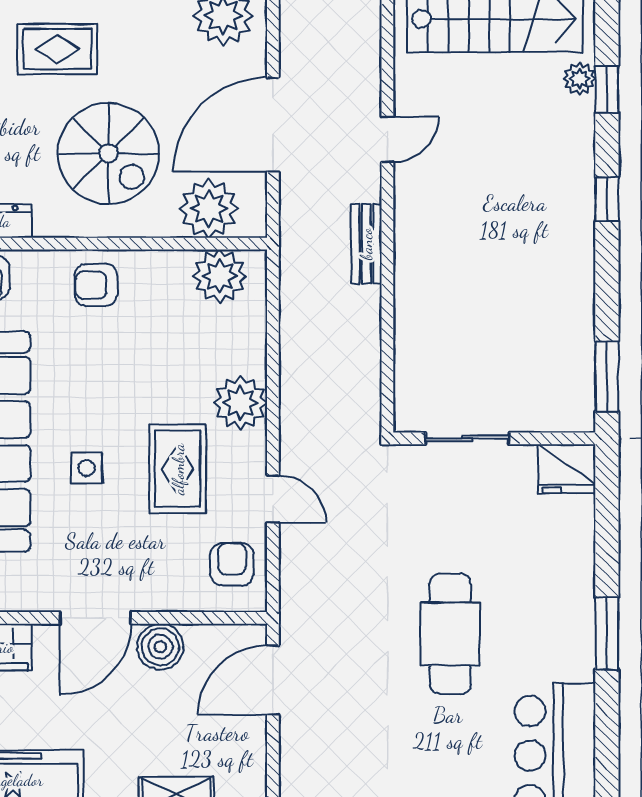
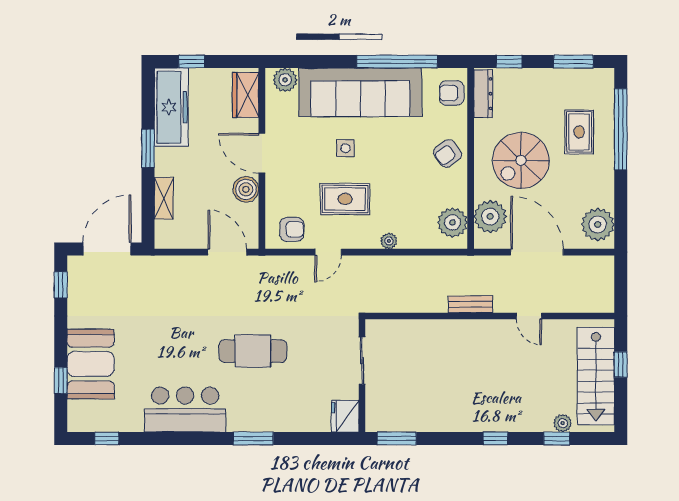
armchair: (96, 285) -> (448, 153), turned -126
plant: (240, 403) -> (389, 241), width x0.53, depth x0.53

